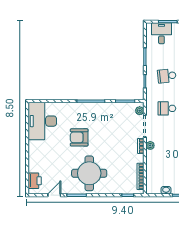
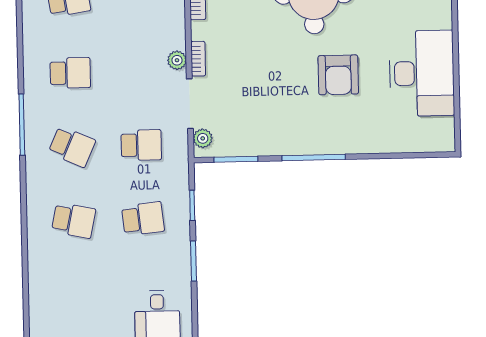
desk: (42, 121) -> (422, 73), moved
armchair: (79, 137) -> (338, 75), turned 90

